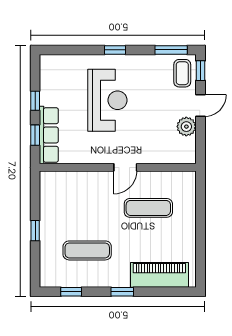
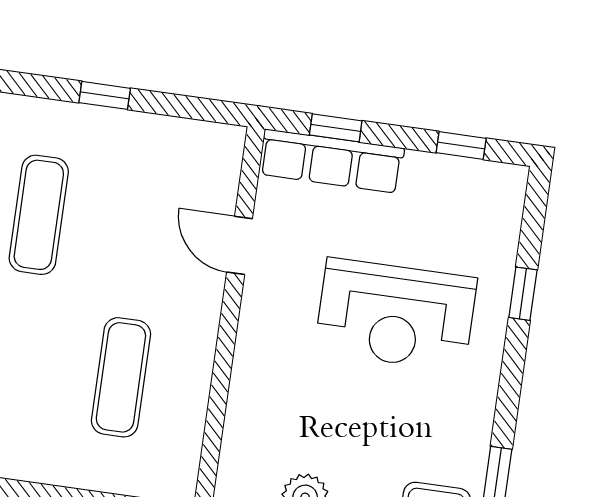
window: (115, 50) -> (523, 294), moved
window: (35, 101) -> (461, 146), moved
door: (125, 167) -> (240, 245), moved

